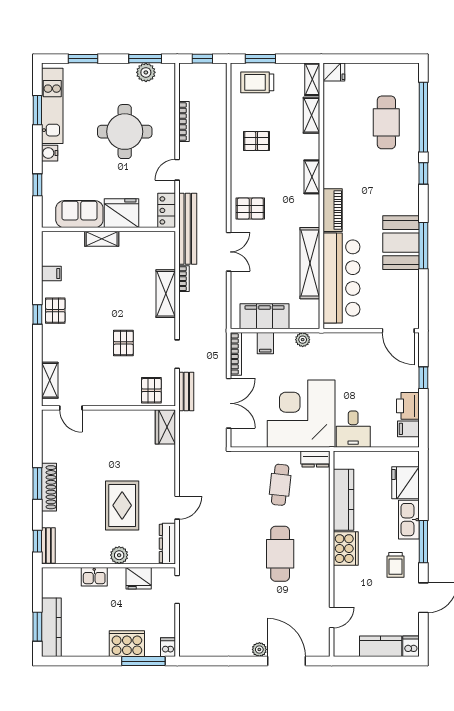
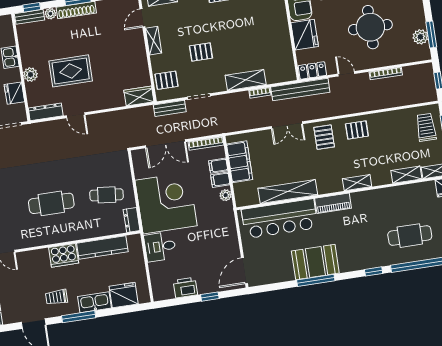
pallet: (257, 141) -> (357, 130), moved, turned 90
shelving: (102, 239) -> (154, 41), moved
filing cabinet: (408, 429) -> (220, 180), moved, turned -90
plant: (48, 519) -> (50, 14), added

